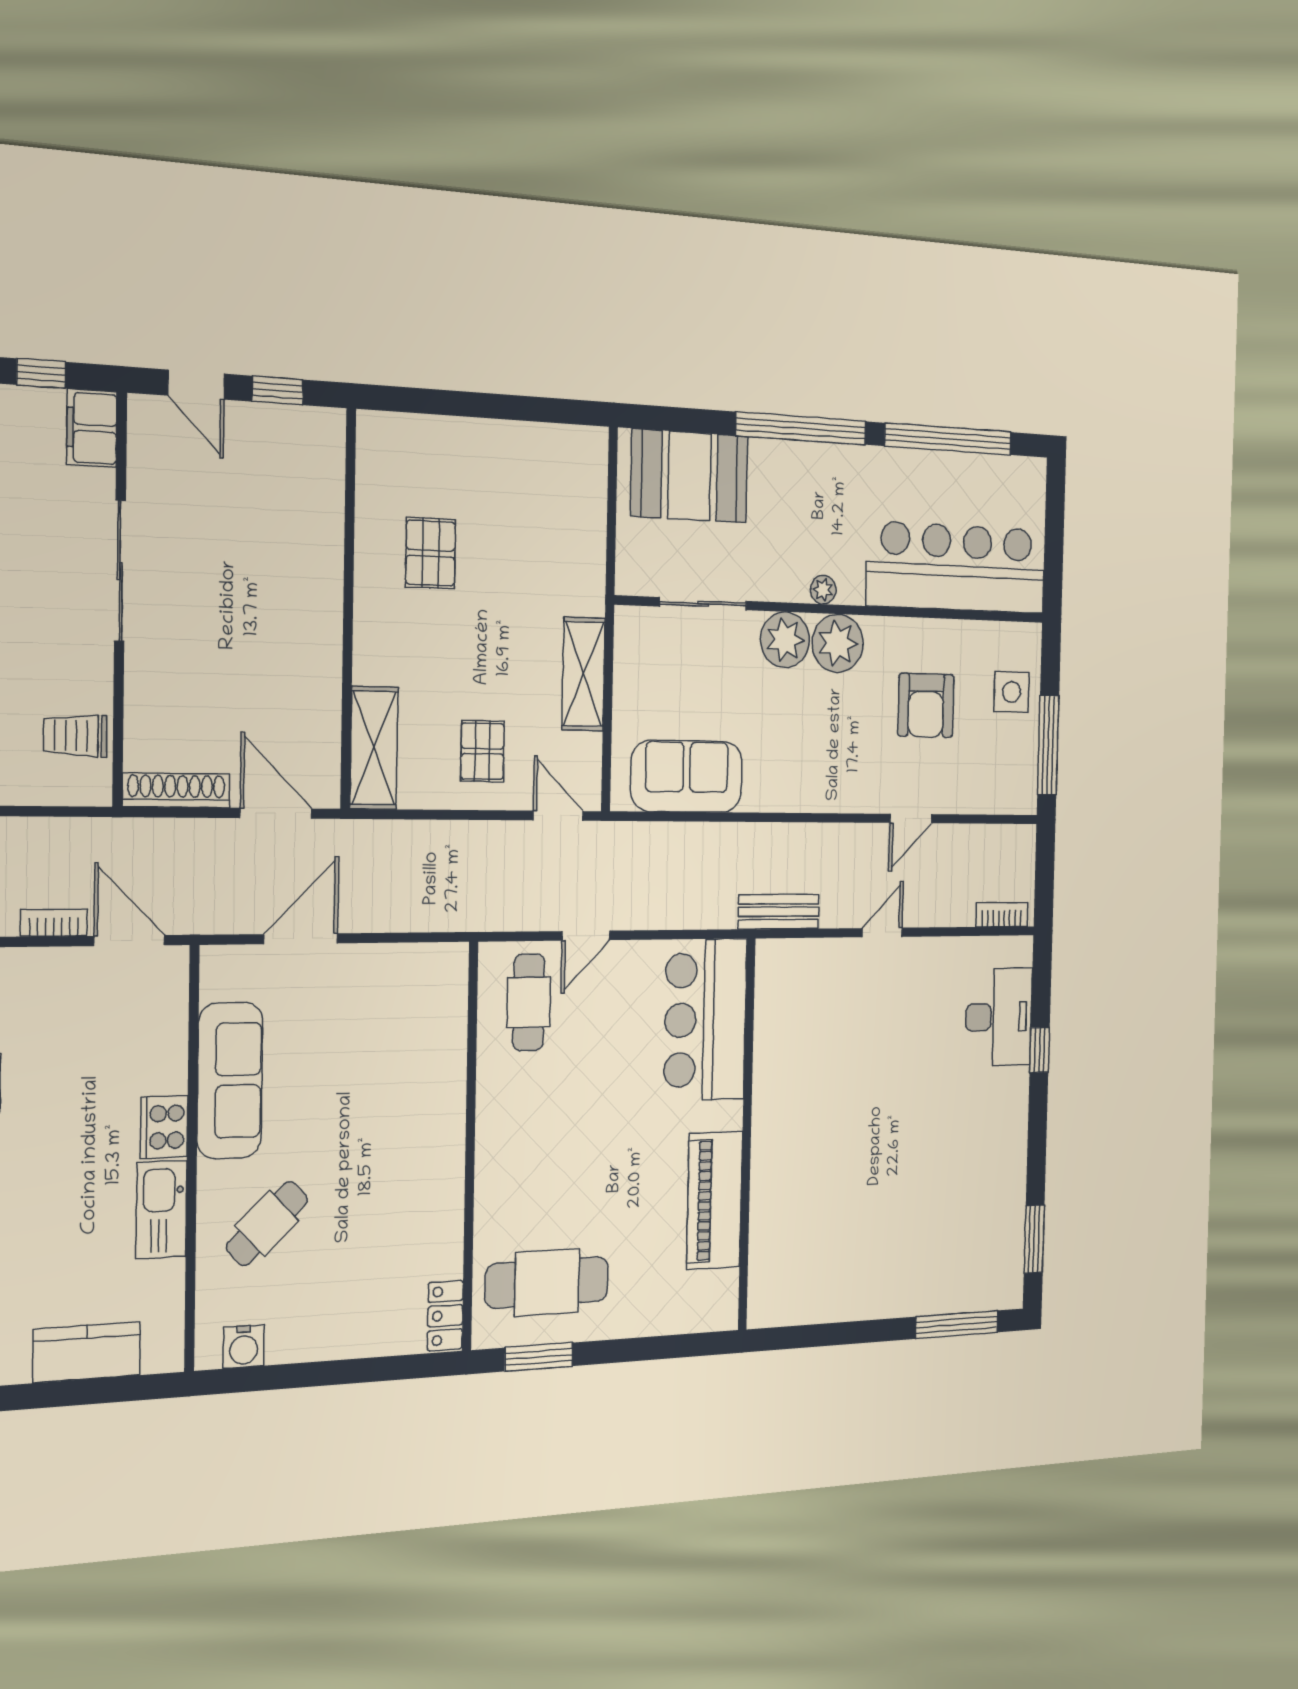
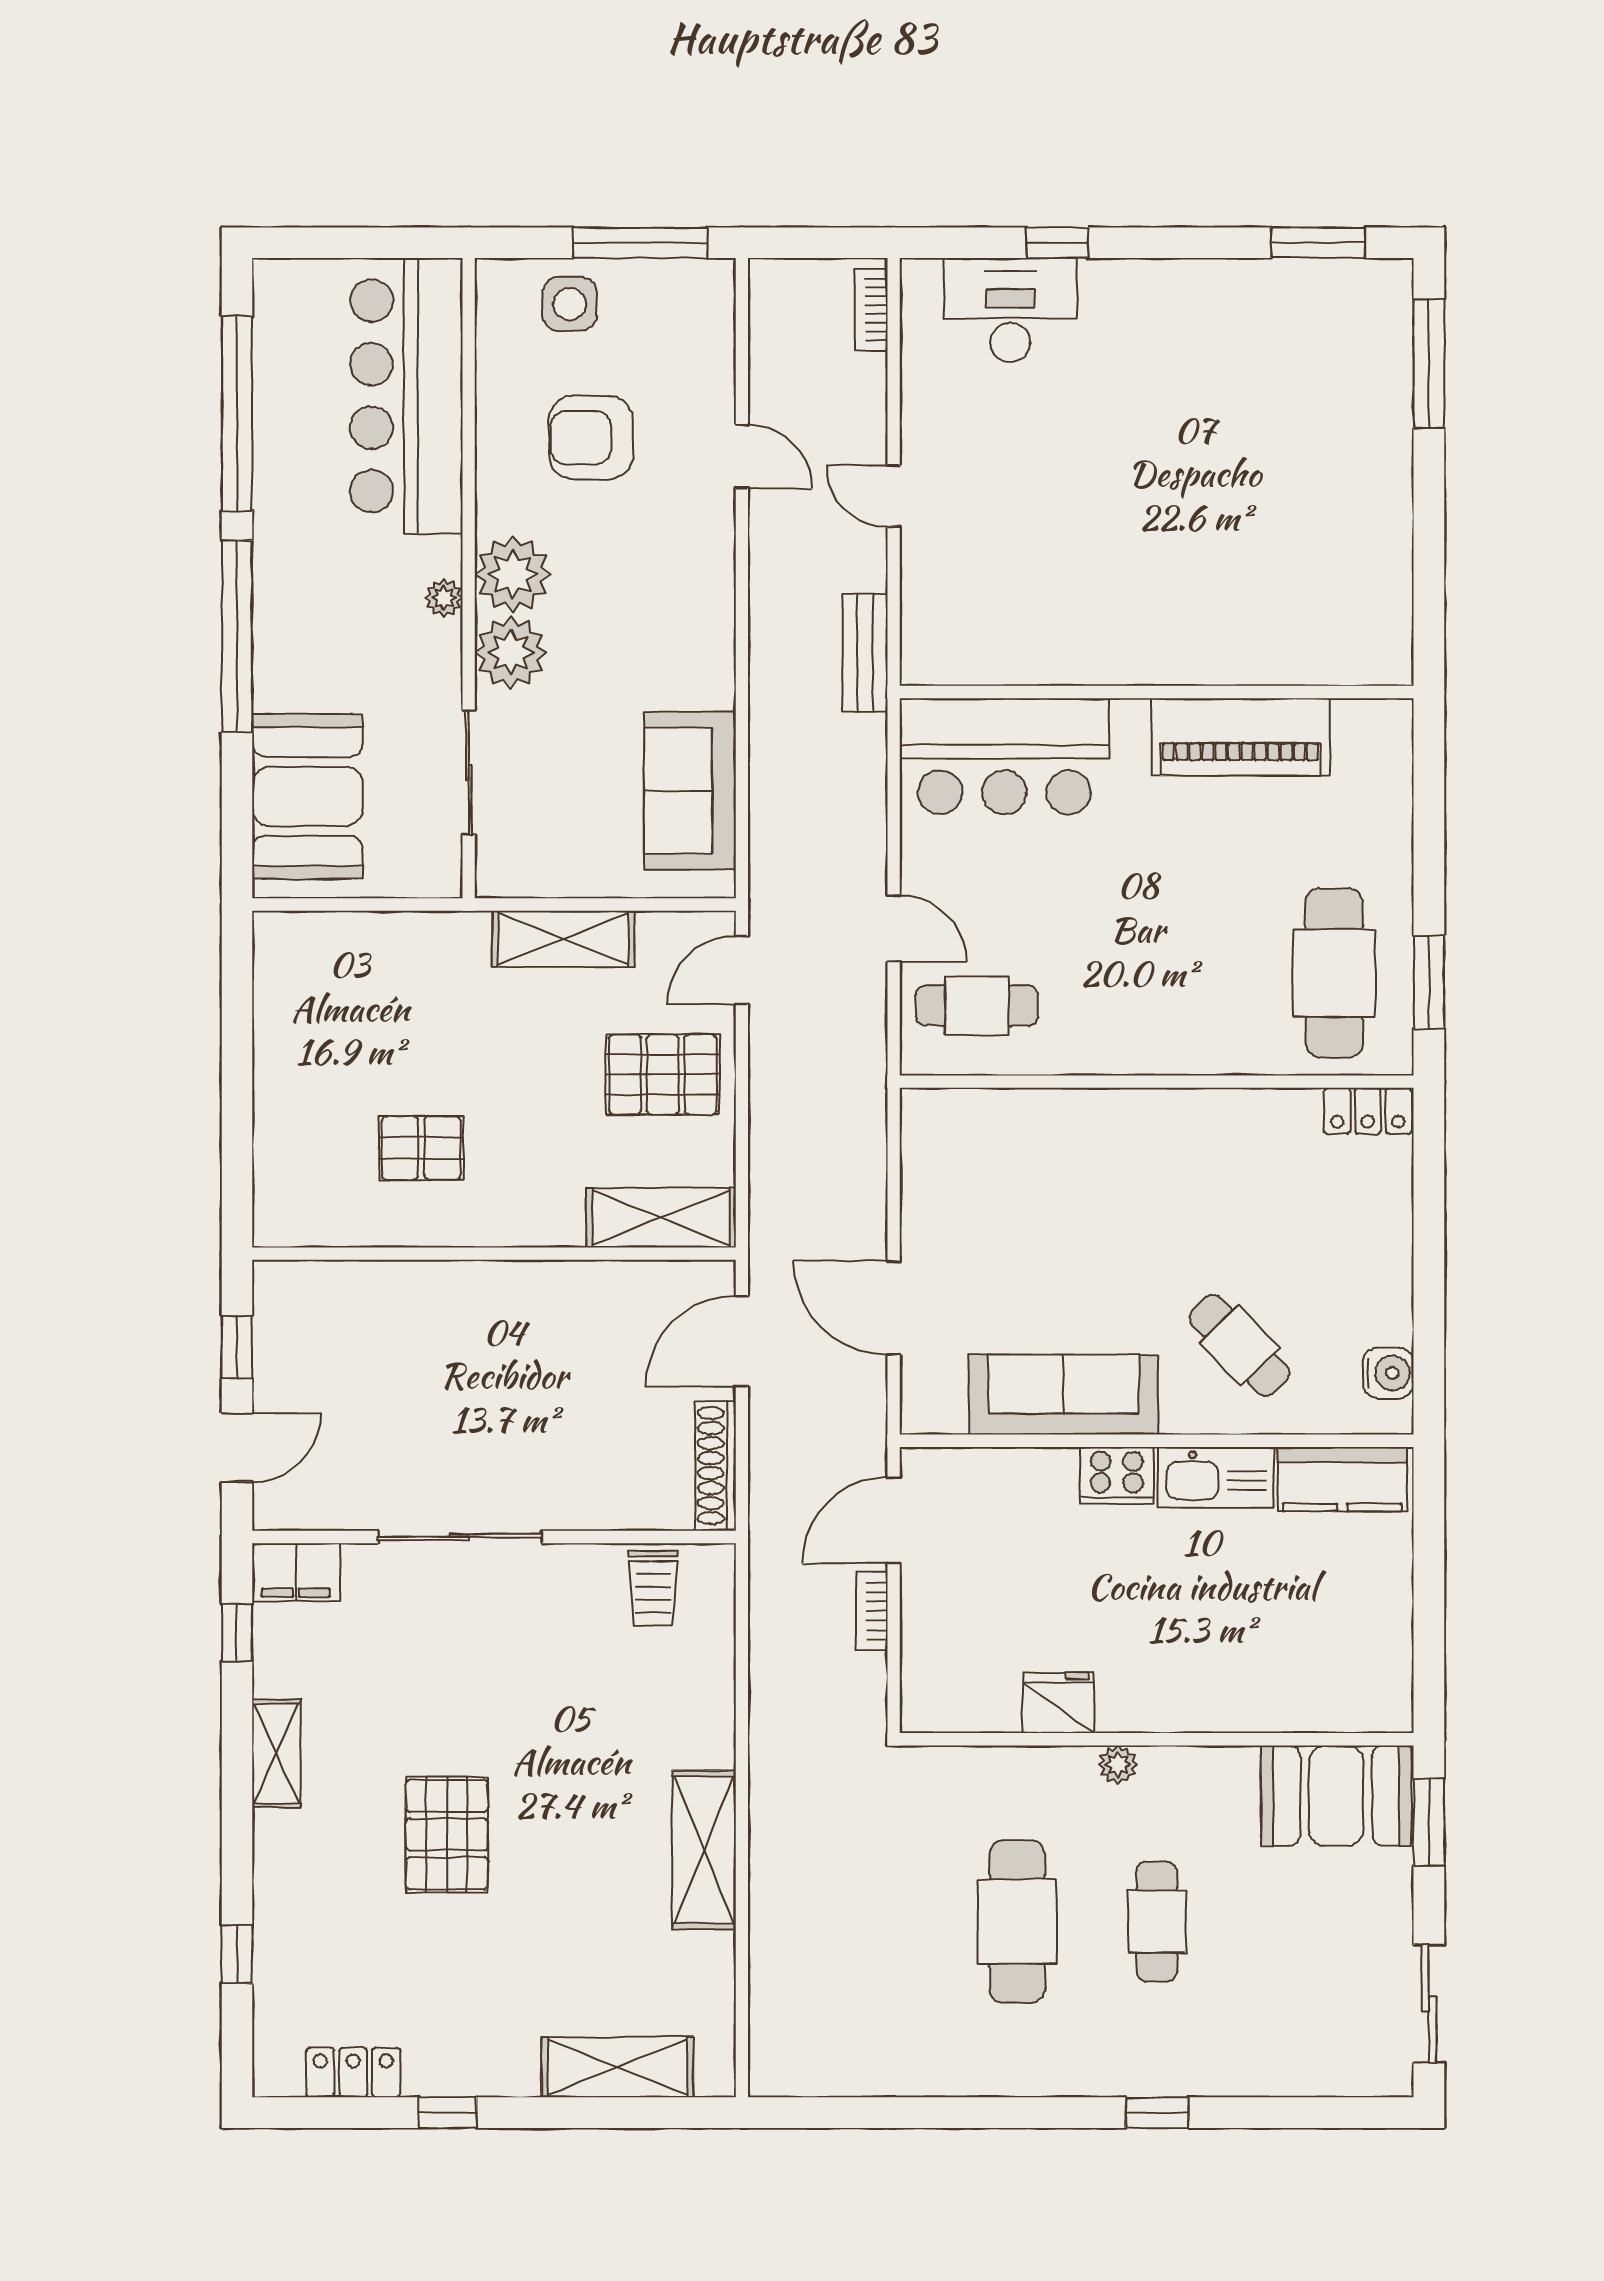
armchair: (926, 705) -> (591, 438), turned 180
pallet: (482, 751) -> (663, 1074), width x1.50, depth x1.42
kitchen counter: (87, 1352) -> (1342, 1479), moved, turned -90

